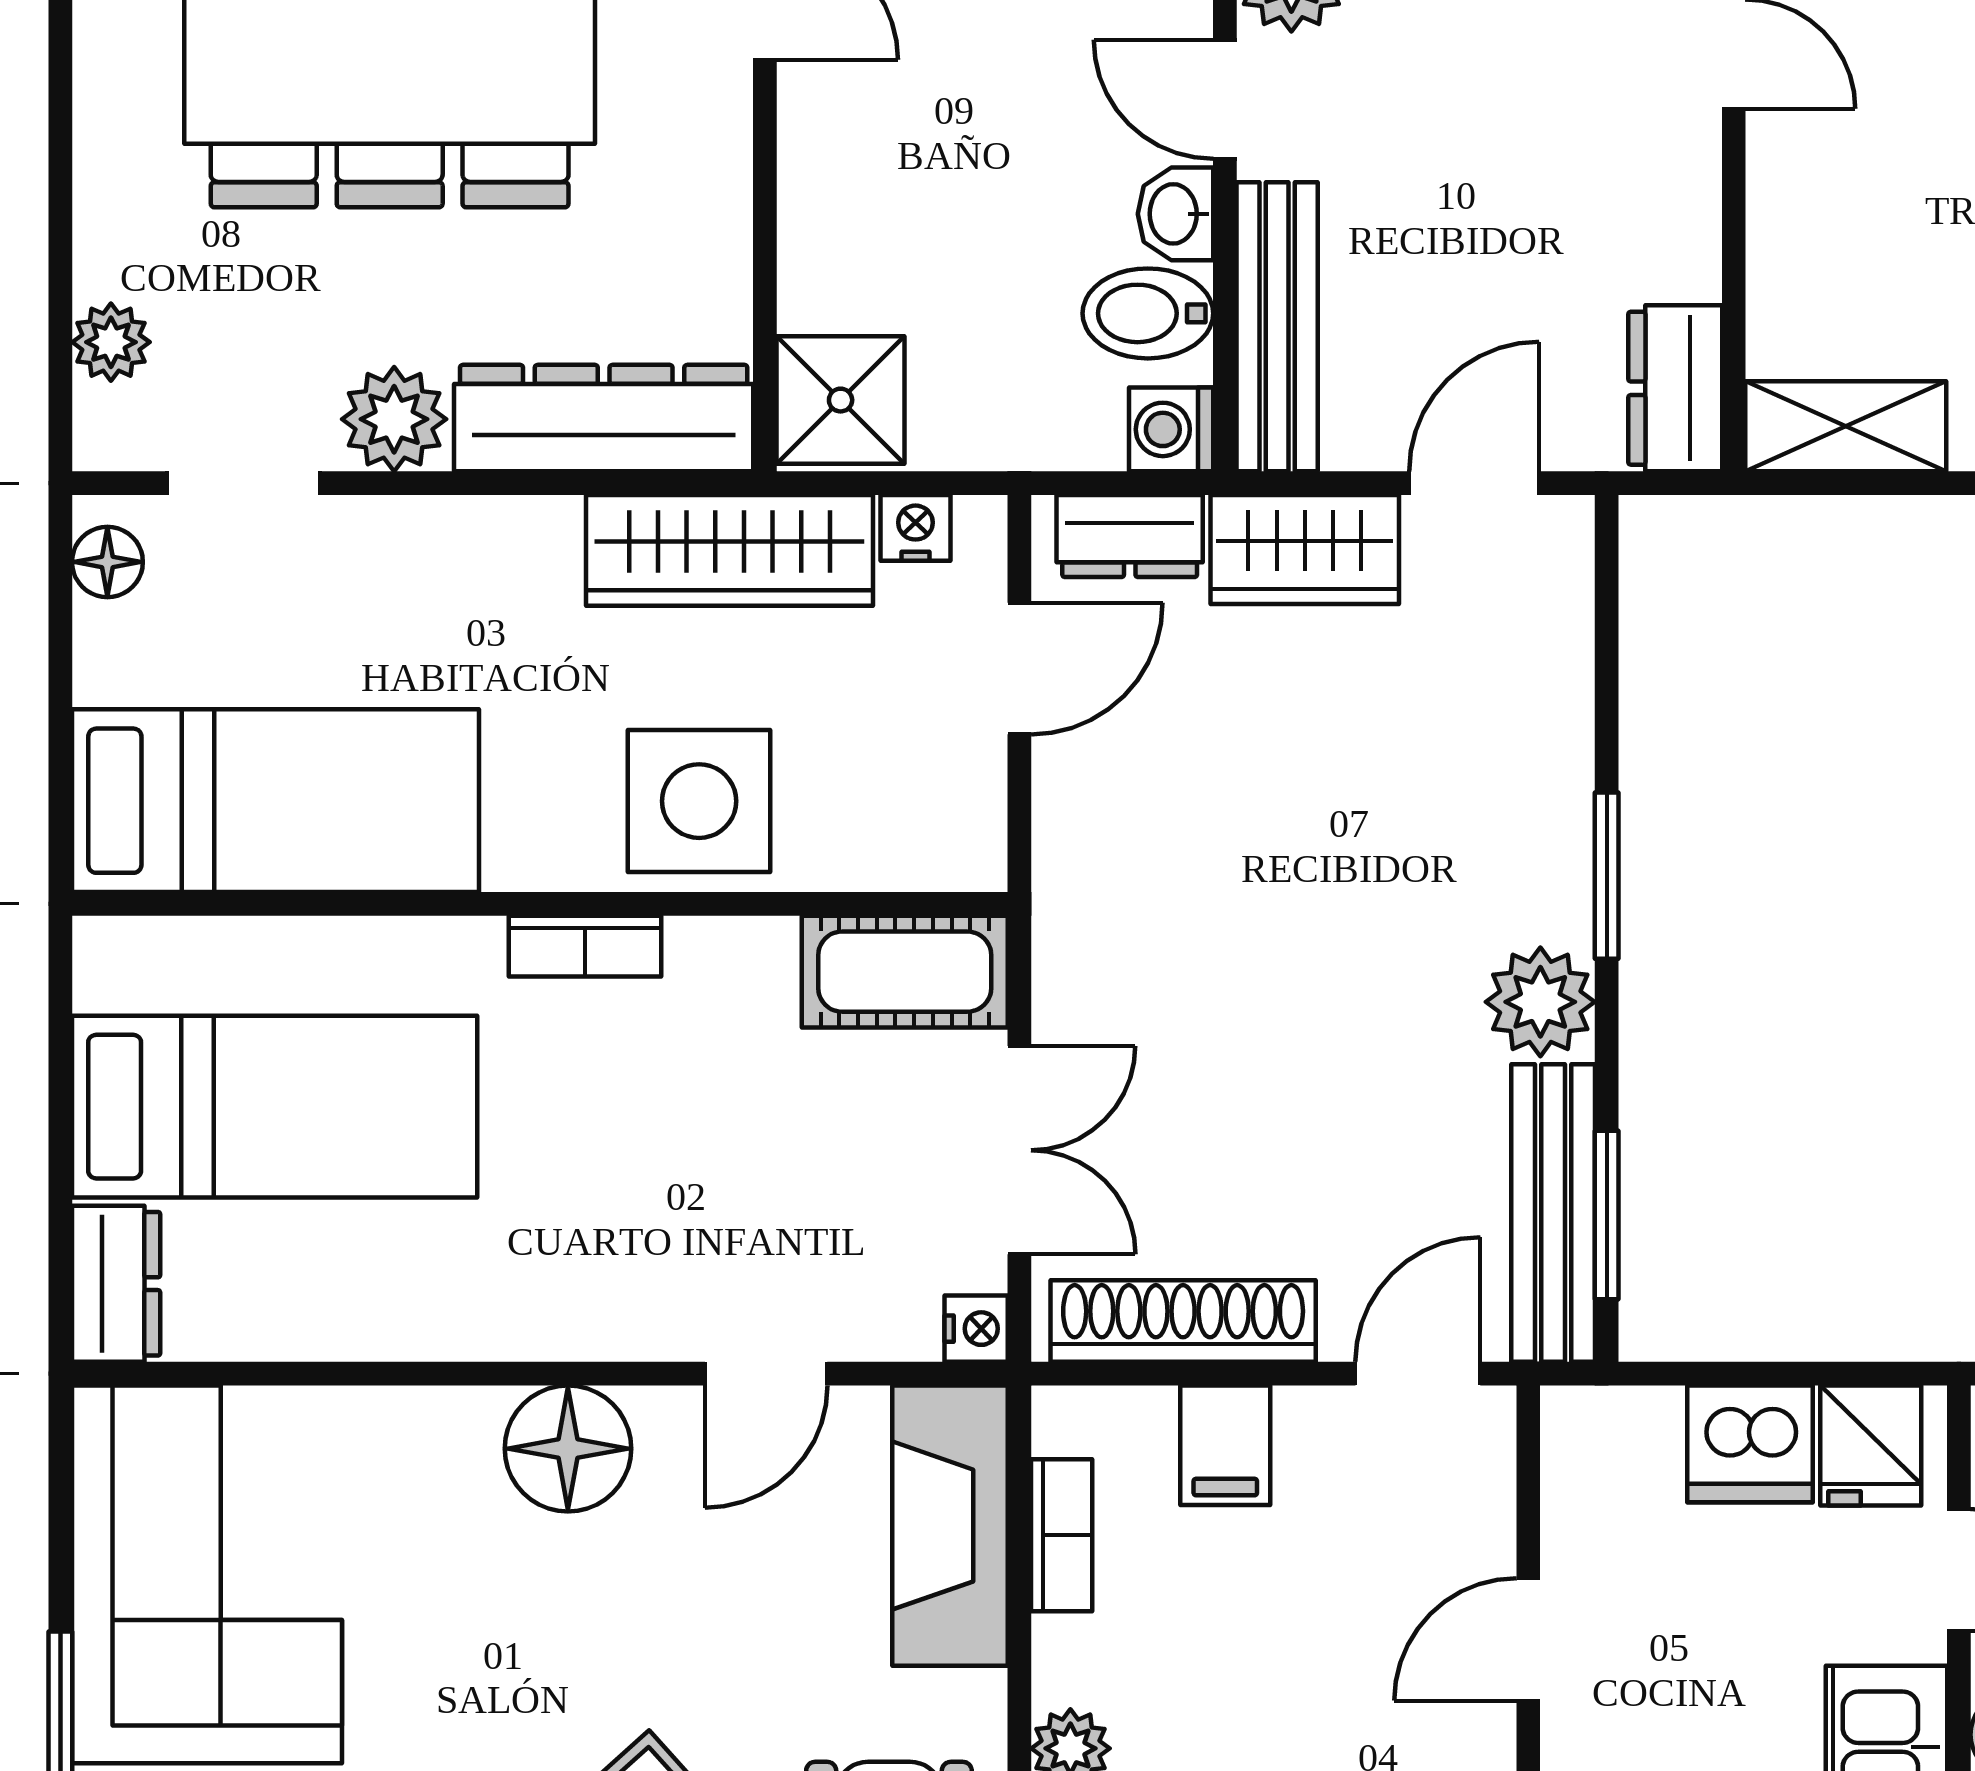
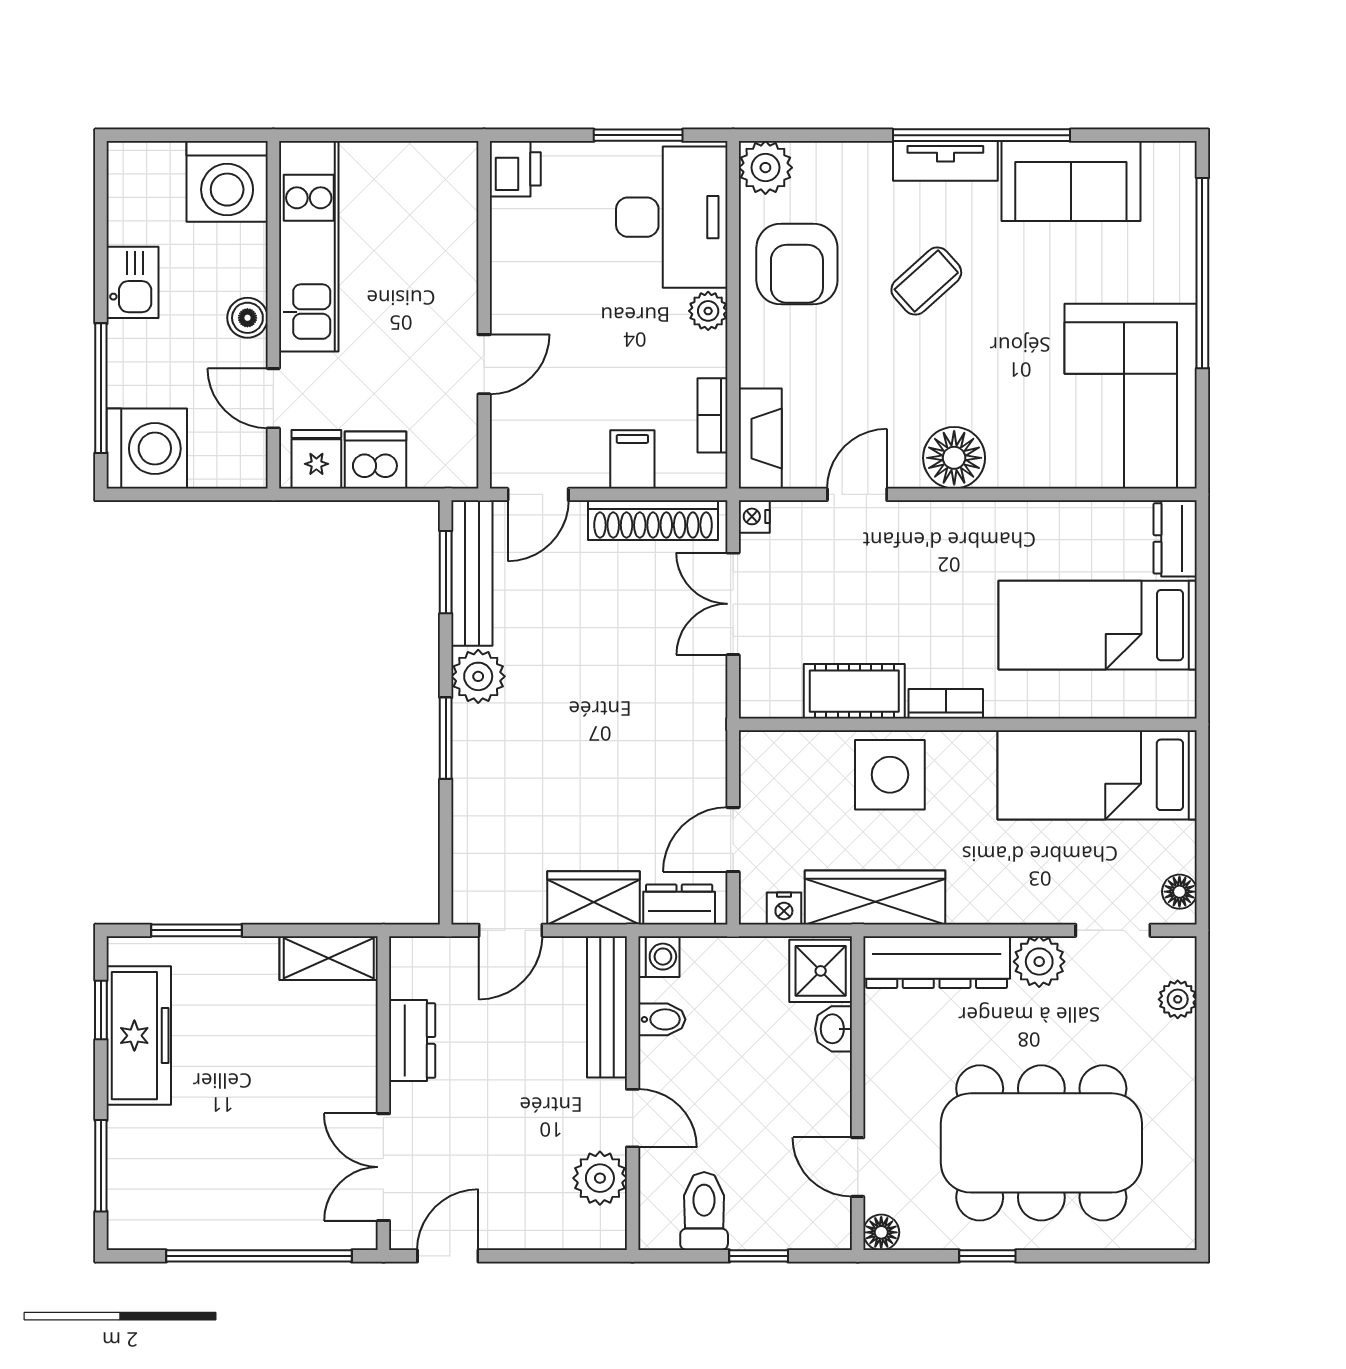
washbasin: (1175, 214) -> (833, 1029), moved, turned 180
bidet: (1148, 313) -> (662, 1019), width x0.72, depth x0.74
dresser: (1675, 388) -> (412, 1040), moved
cot: (905, 972) -> (854, 691), moved
fireplace: (950, 1526) -> (760, 439), width x0.73, depth x0.76

